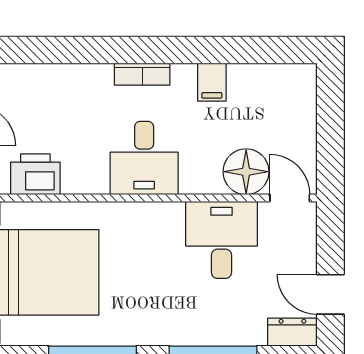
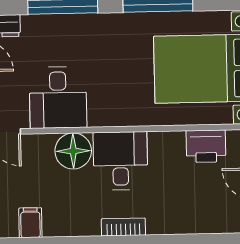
filing cabinet: (212, 82) -> (30, 223), moved
floor lamp: (246, 172) -> (73, 151), moved

